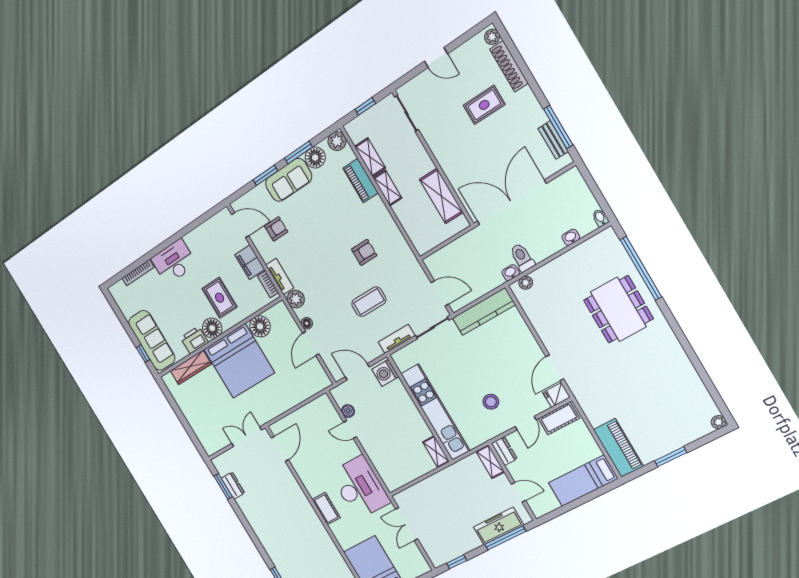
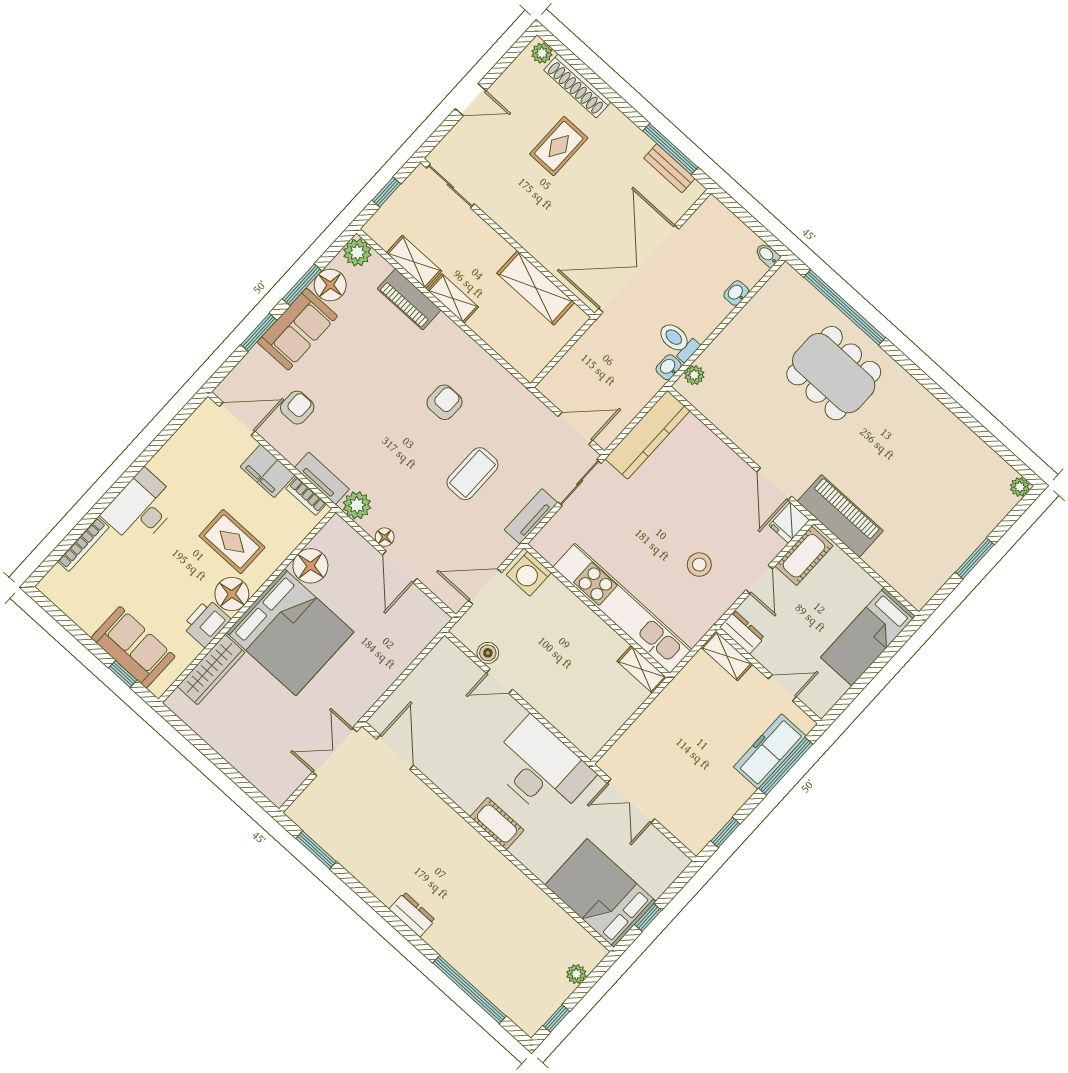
sofa: (152, 340) -> (133, 647), width x0.73
piano: (618, 448) -> (840, 516), moved
dresser: (233, 486) -> (412, 915), moved

